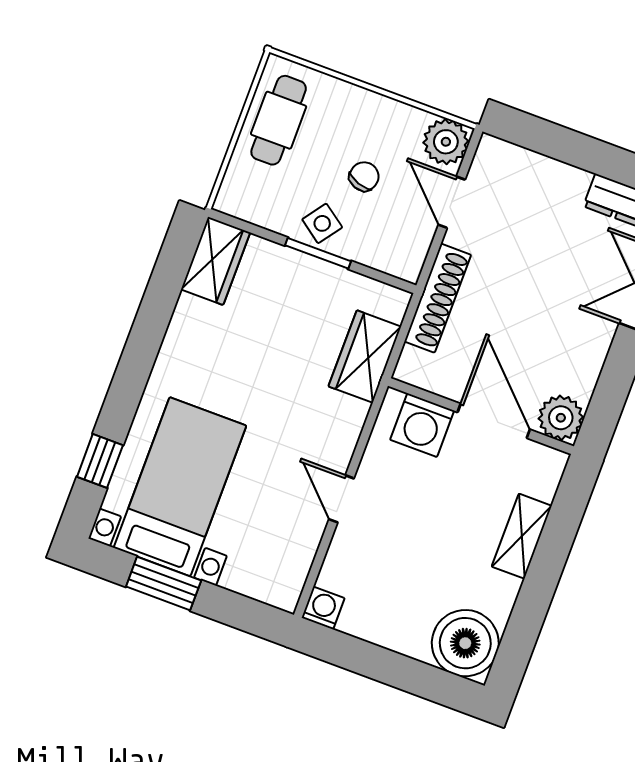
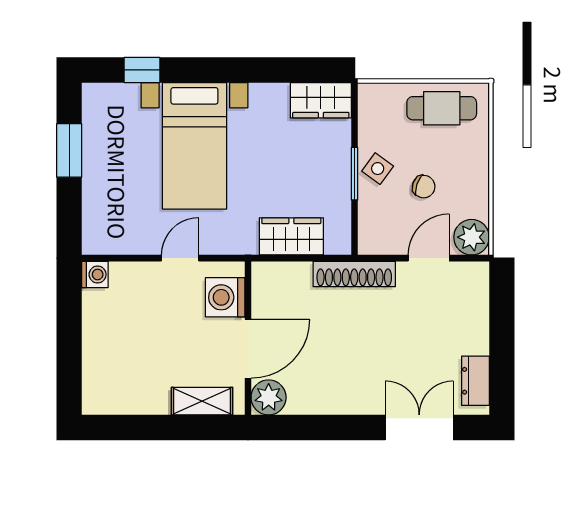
wall: (481, 416) -> (248, 338), moved
plant: (561, 418) -> (269, 397), moved
door: (494, 421) -> (248, 349), moved
washing machine: (422, 425) -> (225, 297), moved
bed with nightstands: (180, 487) -> (194, 146), moved, turned 90
boiler: (465, 643) -> (108, 389), removed

